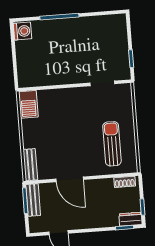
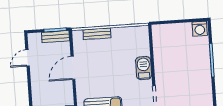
barbecue: (28, 104) -> (144, 68), moved, turned 90
bench: (30, 165) -> (97, 34), moved

